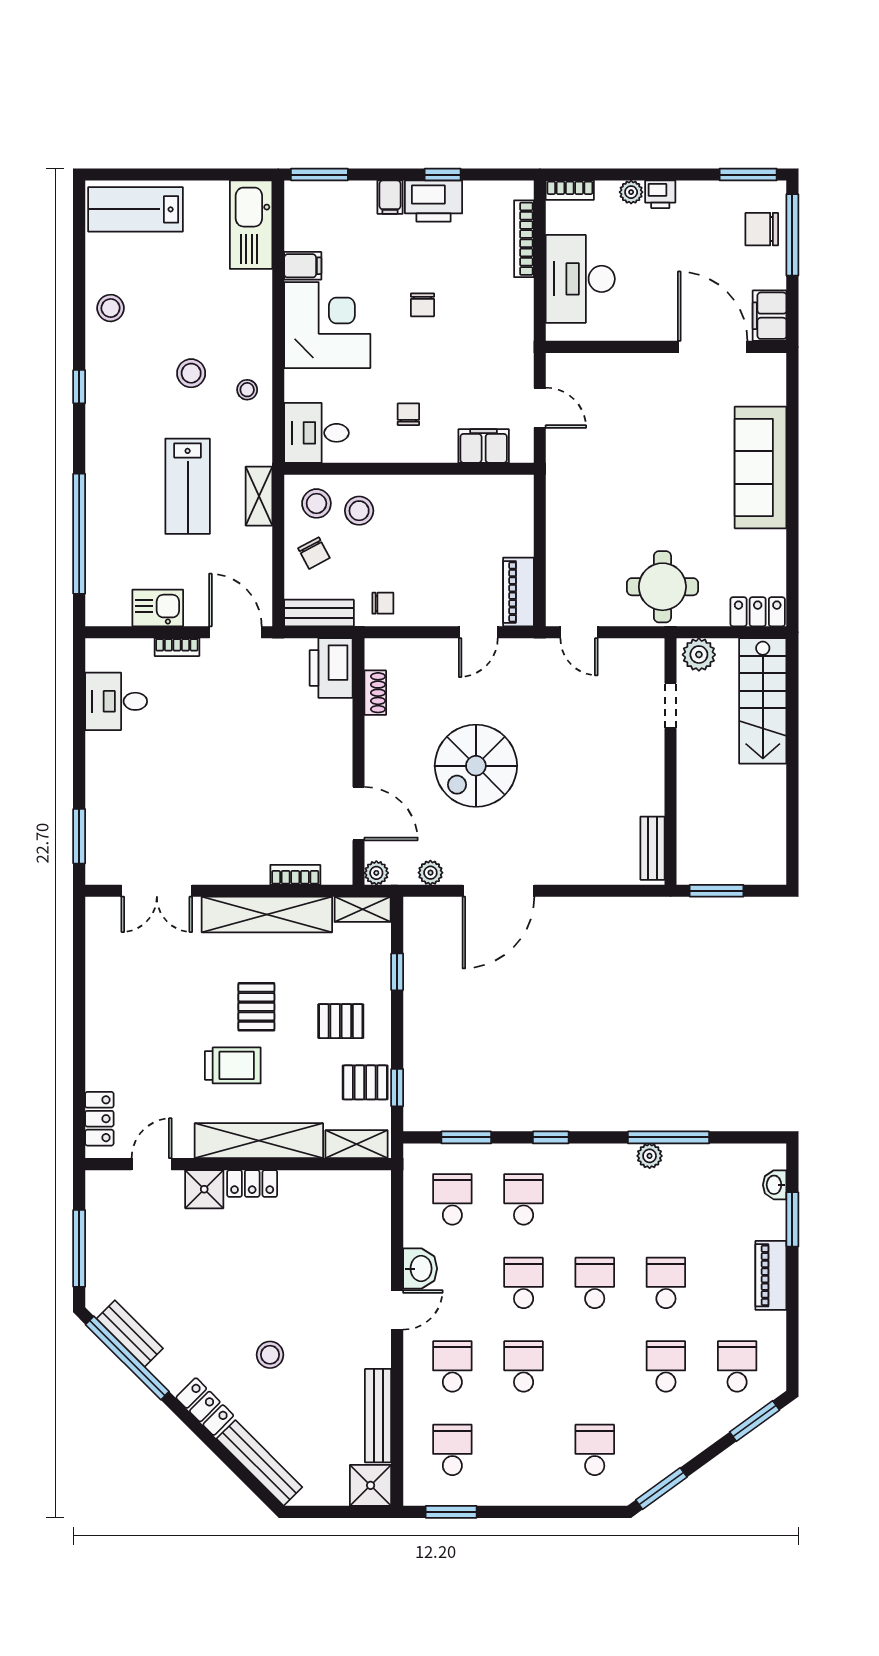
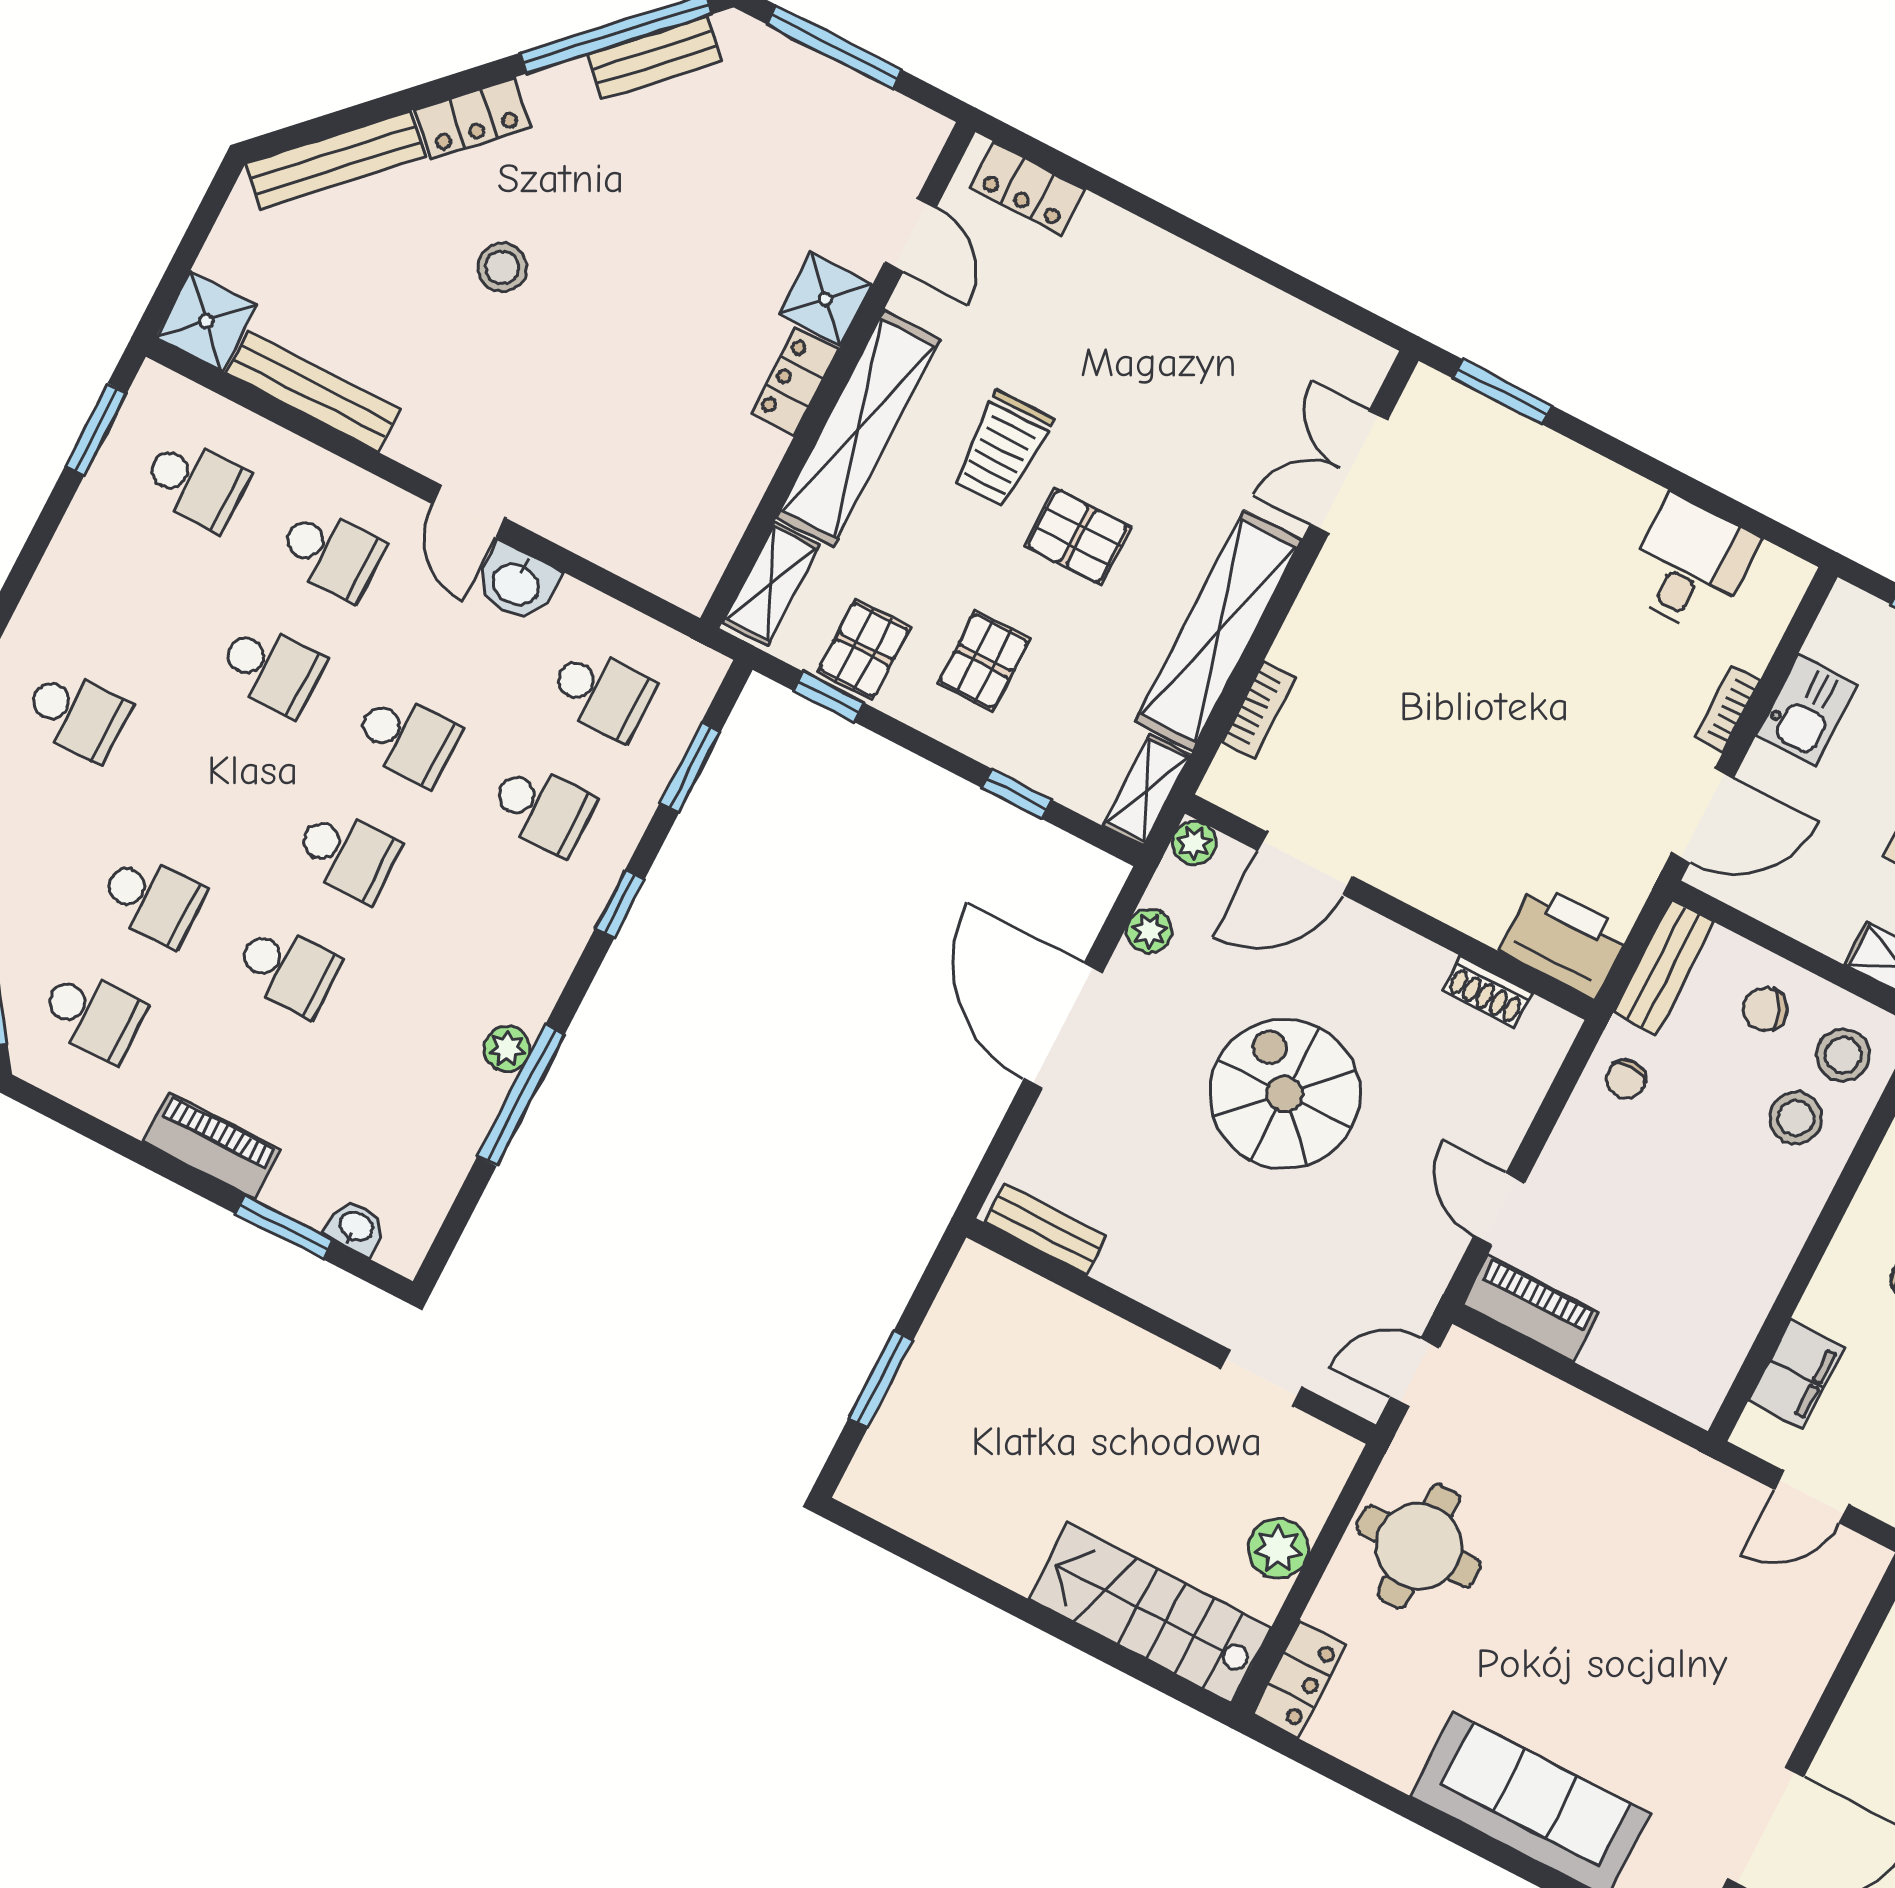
doorway: (671, 706) -> (1261, 1378), moved
wall: (671, 761) -> (1171, 1331), moved
bench: (653, 848) -> (1046, 1229), moved

